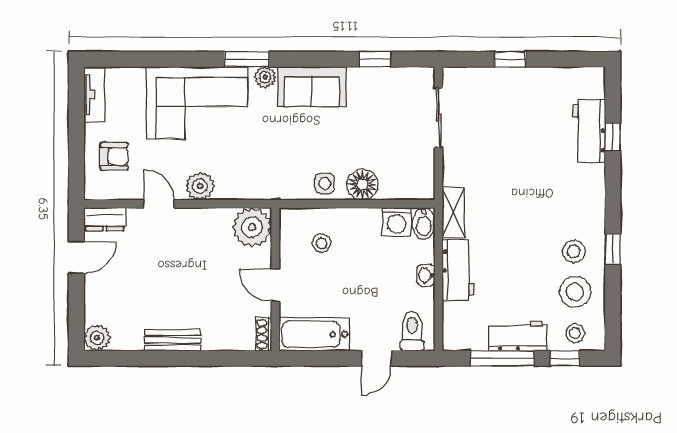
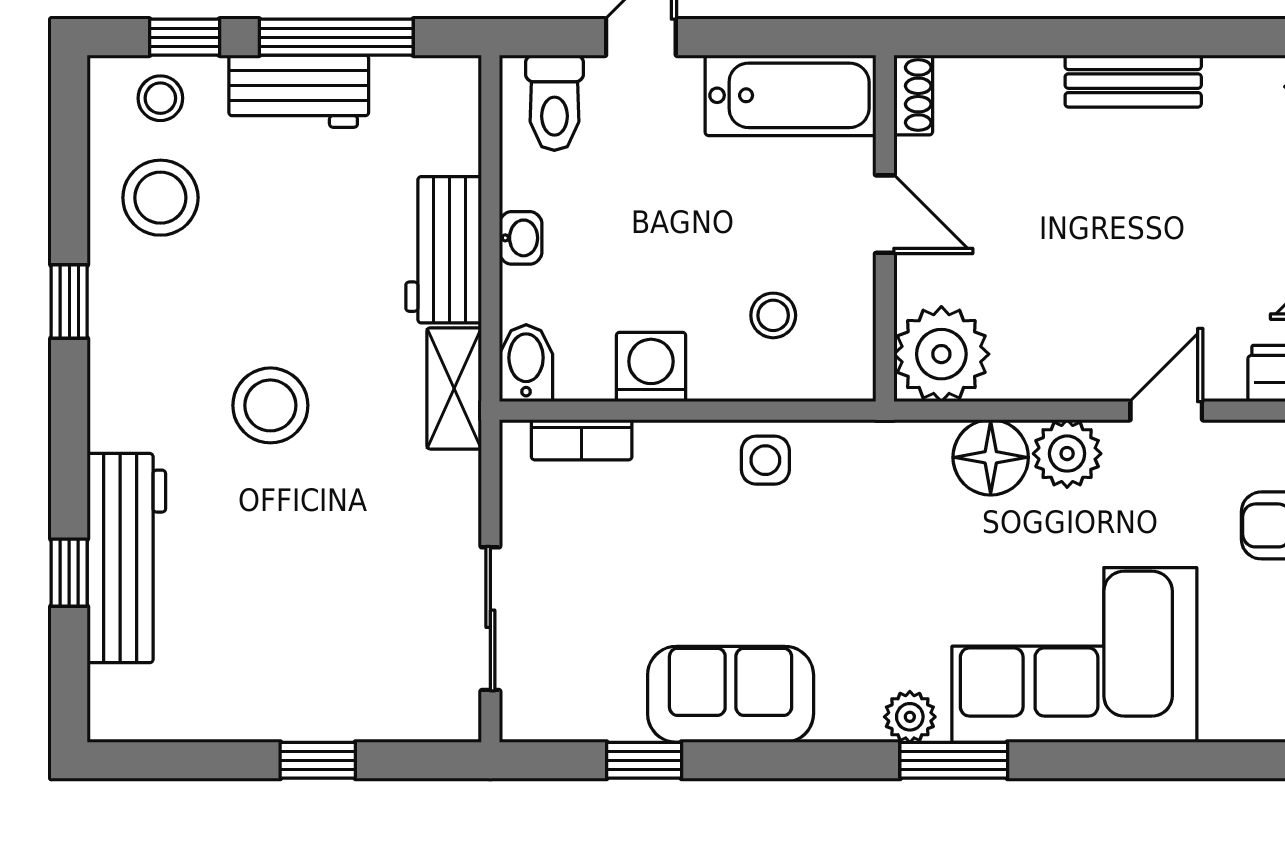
sofa: (312, 86) -> (731, 694), moved
workbench: (589, 131) -> (126, 558), width x1.38
floor lamp: (362, 184) -> (991, 457), moved
bookcase: (401, 192) -> (582, 440), added
door: (159, 204) -> (1166, 411), swing flipped
washing machine: (396, 222) -> (651, 367), moved
stool: (574, 252) -> (270, 405), moved, width x1.38, depth x1.38

